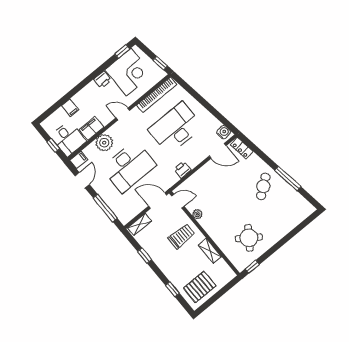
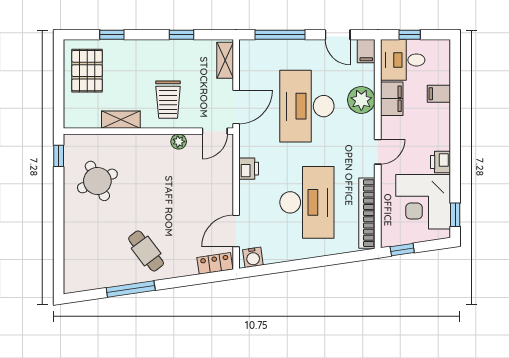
round table: (249, 238) -> (97, 181), turned 30

